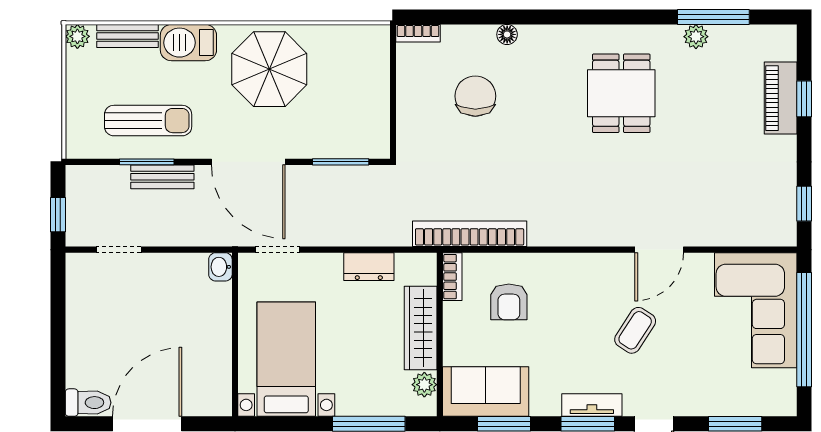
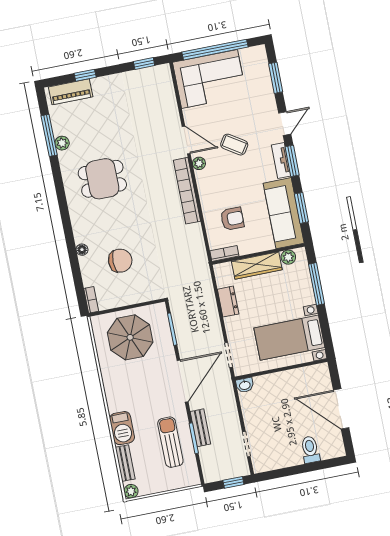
parasol: (269, 69) -> (130, 337), moved
chair: (475, 96) -> (120, 261), turned 180
piano: (781, 98) -> (71, 92), moved
bookcase: (470, 234) -> (187, 191), moved
plant: (615, 264) -> (199, 163), added
sofa: (486, 392) -> (284, 213), width x1.36
toilet: (88, 403) -> (310, 450), moved

